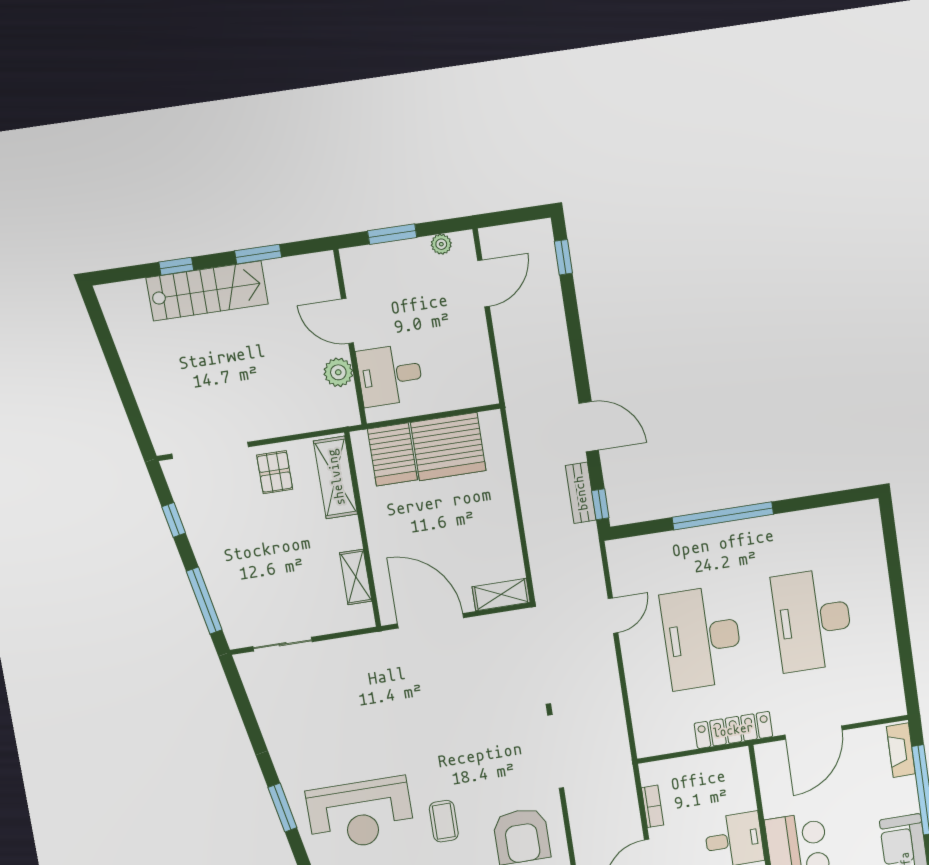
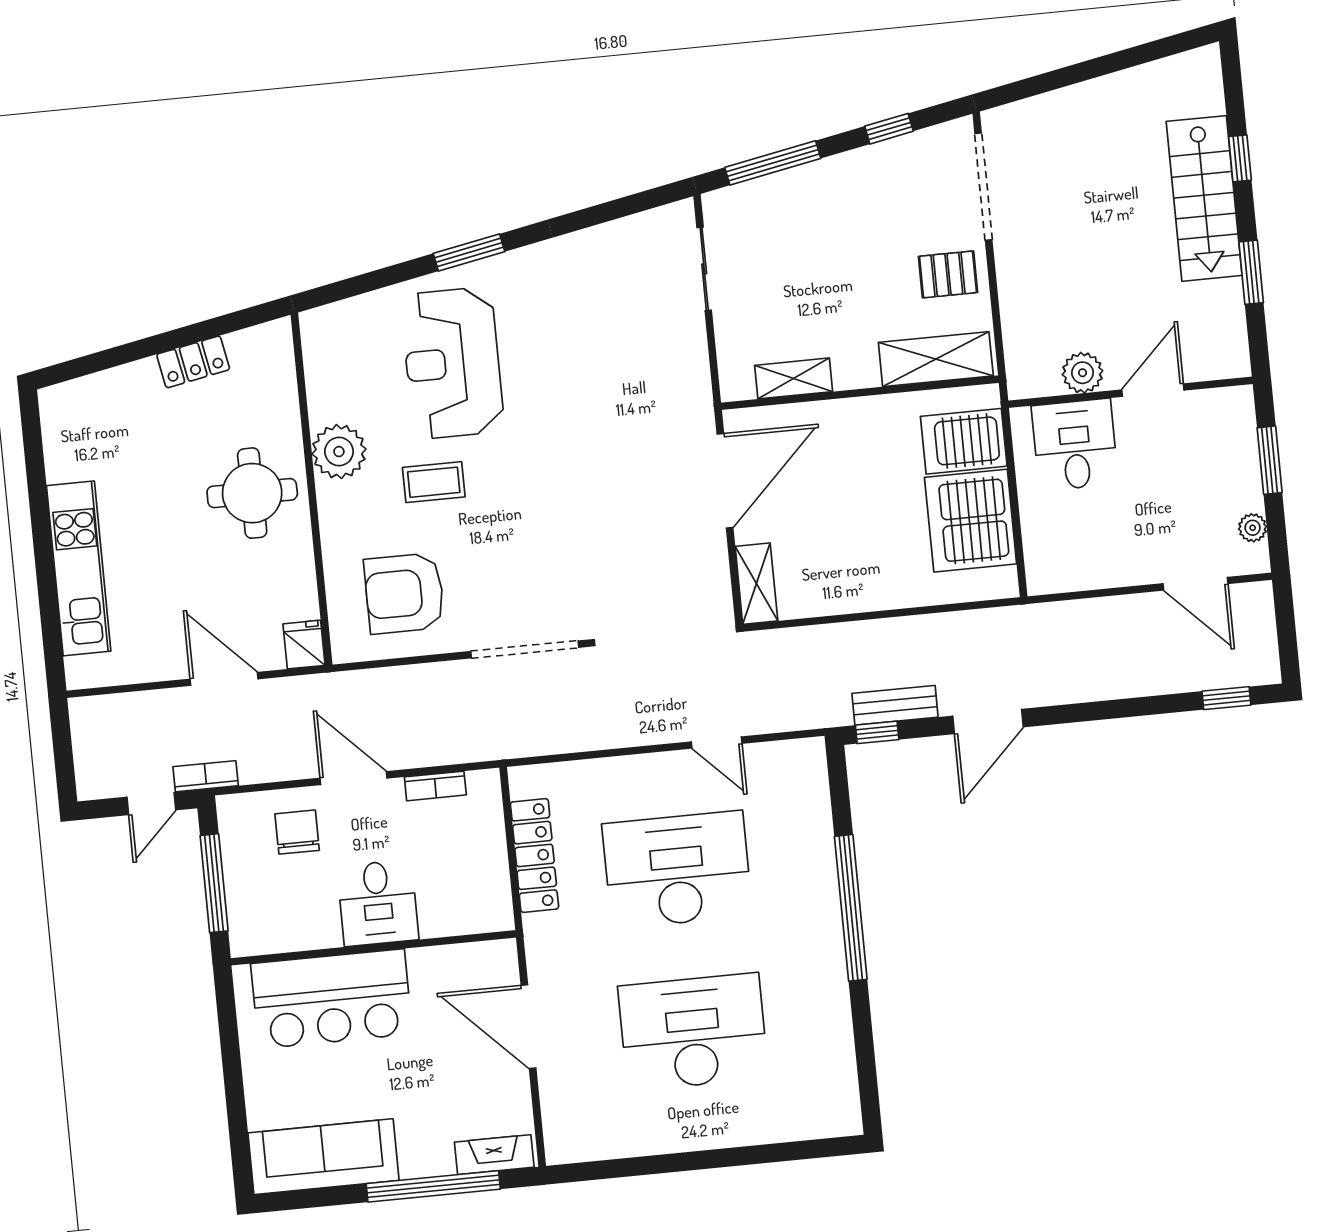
locker: (733, 730) -> (534, 855), moved

